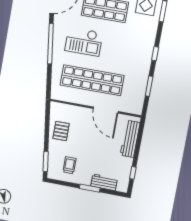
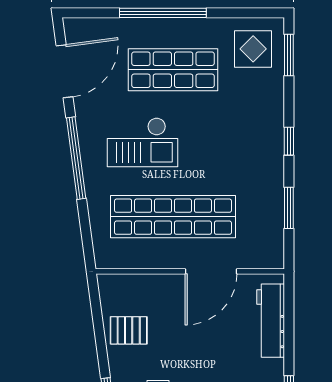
door: (106, 110) -> (211, 271), hinge flipped
pallet: (61, 131) -> (129, 330), turned 90

